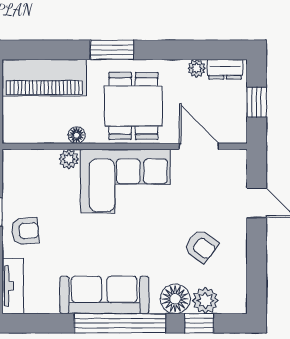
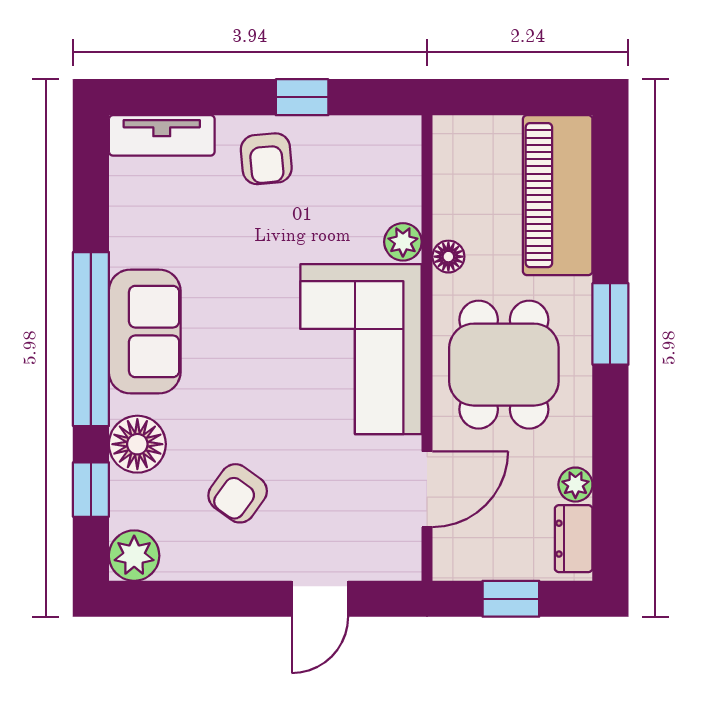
dining table: (133, 106) -> (504, 365), turned 90
sofa: (104, 295) -> (145, 332), width x0.73
plant: (205, 301) -> (134, 556), moved

